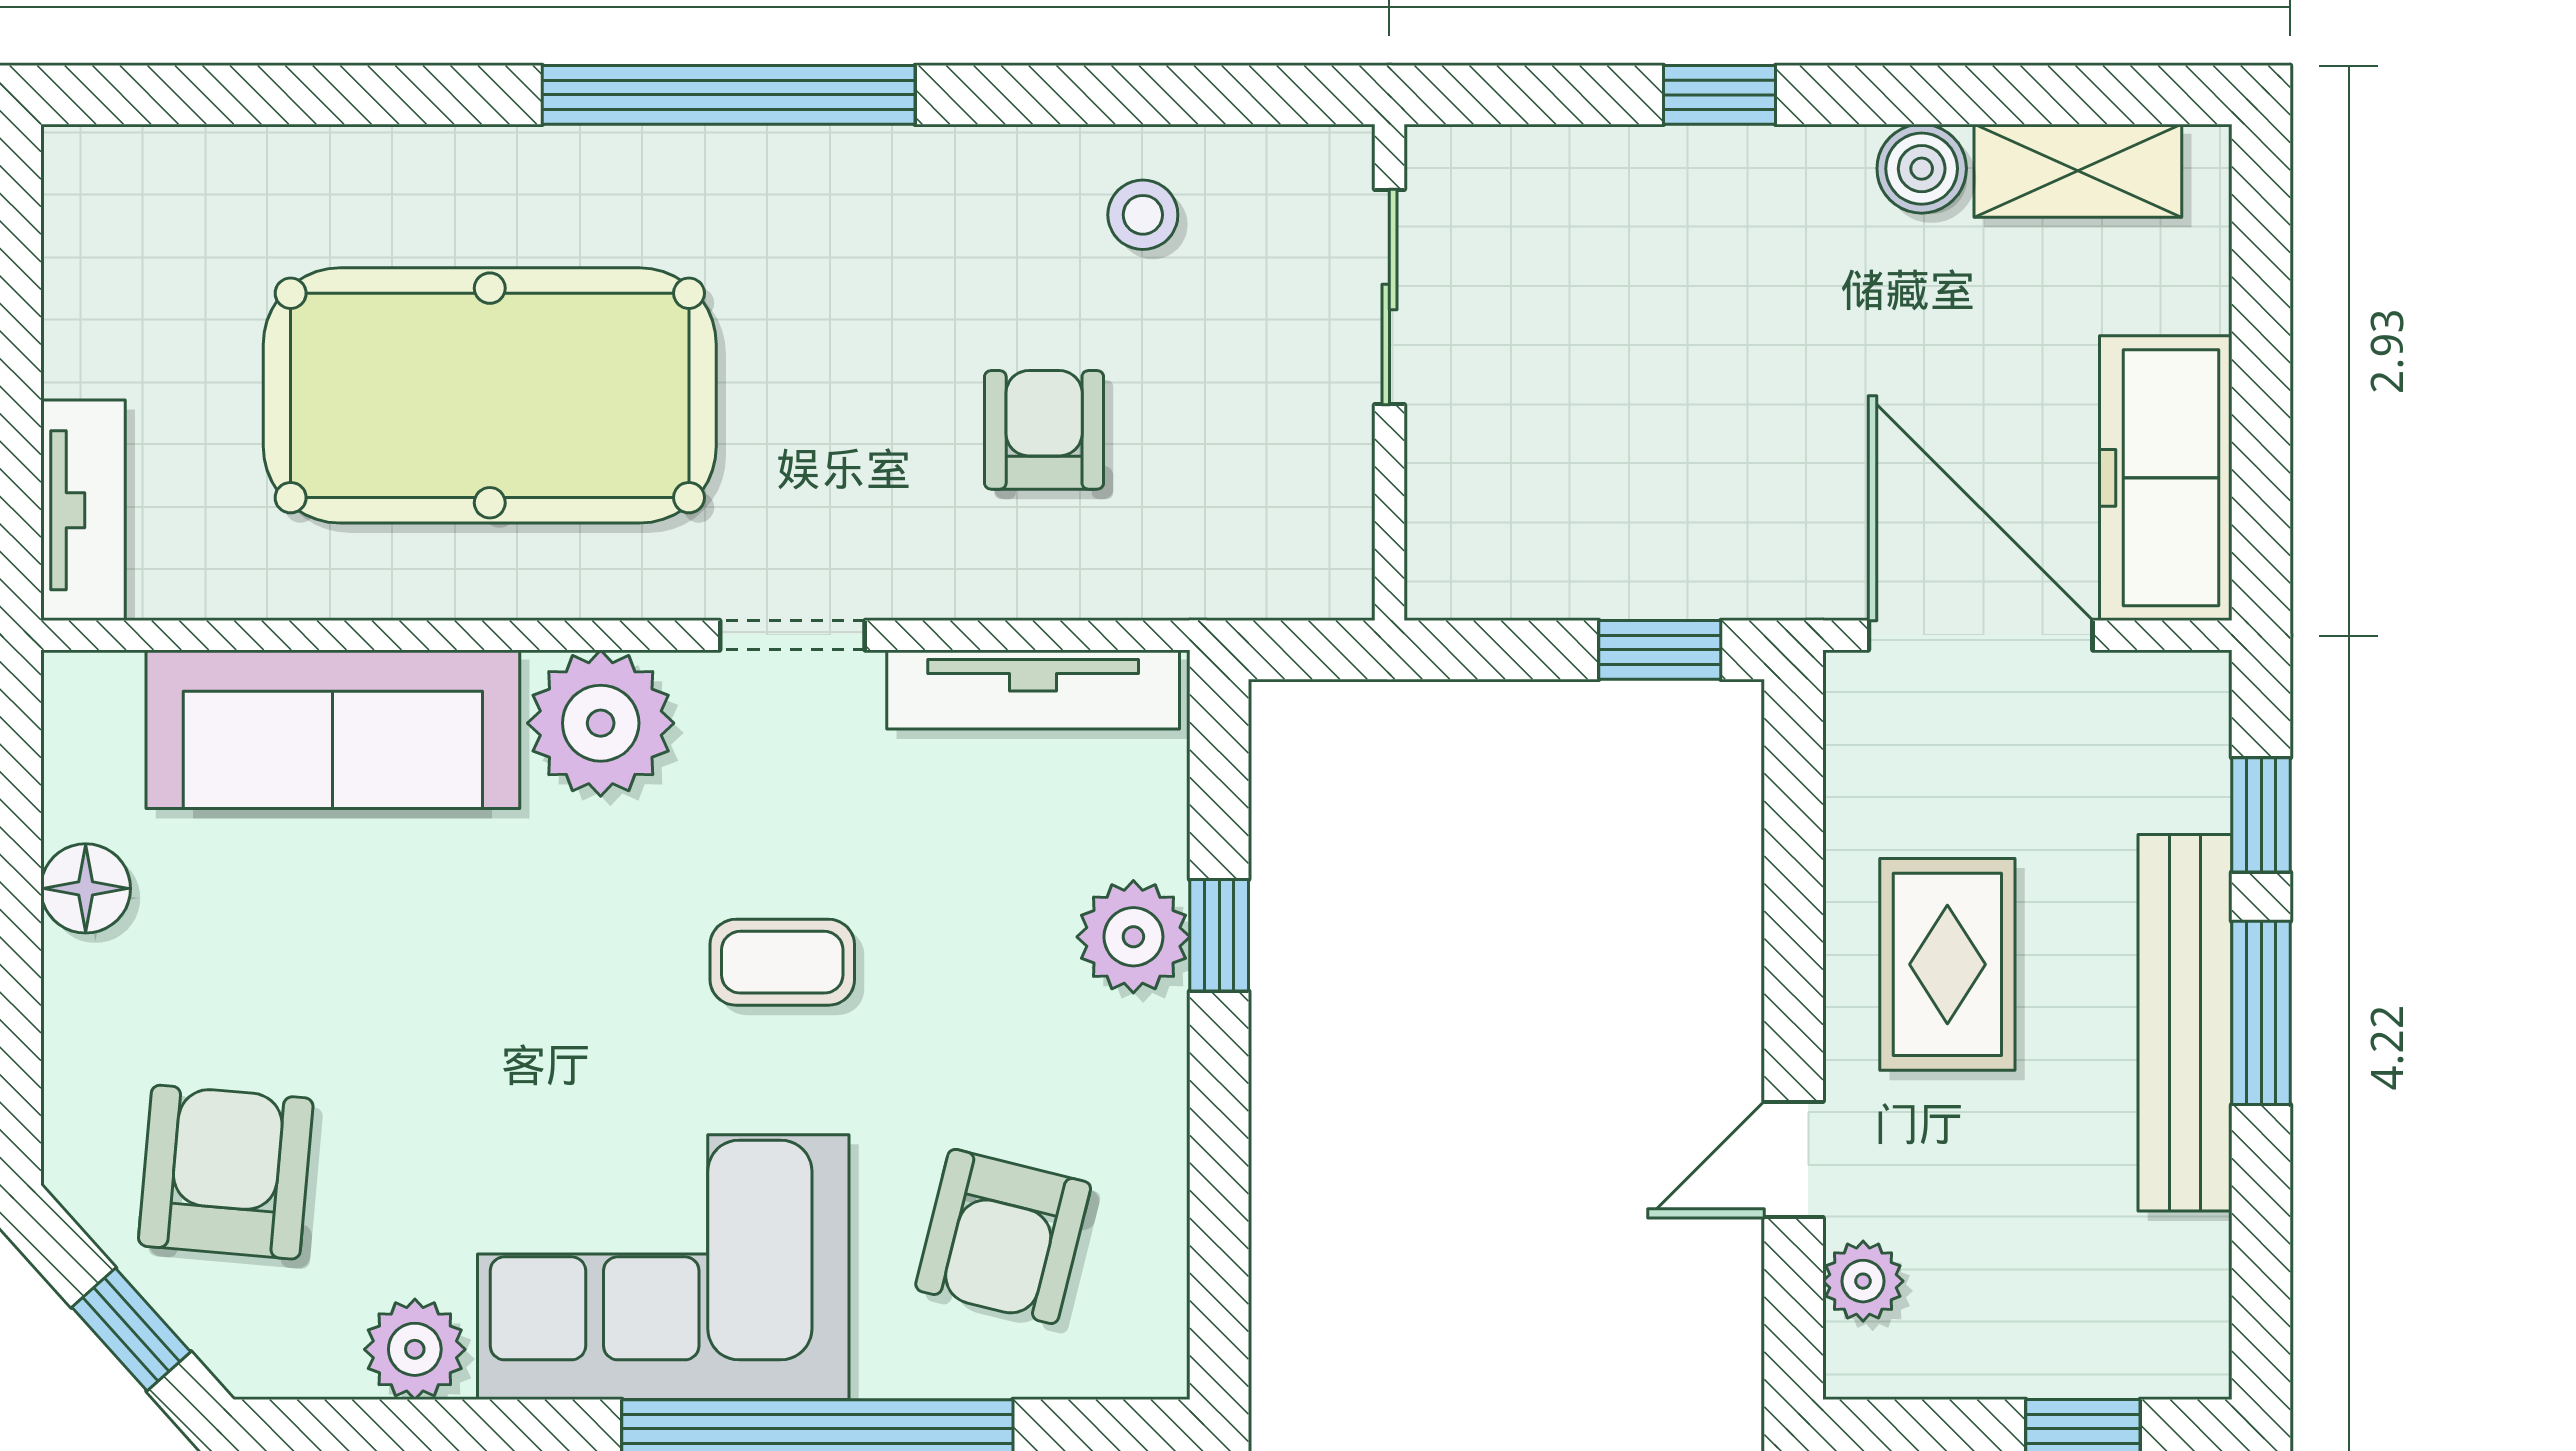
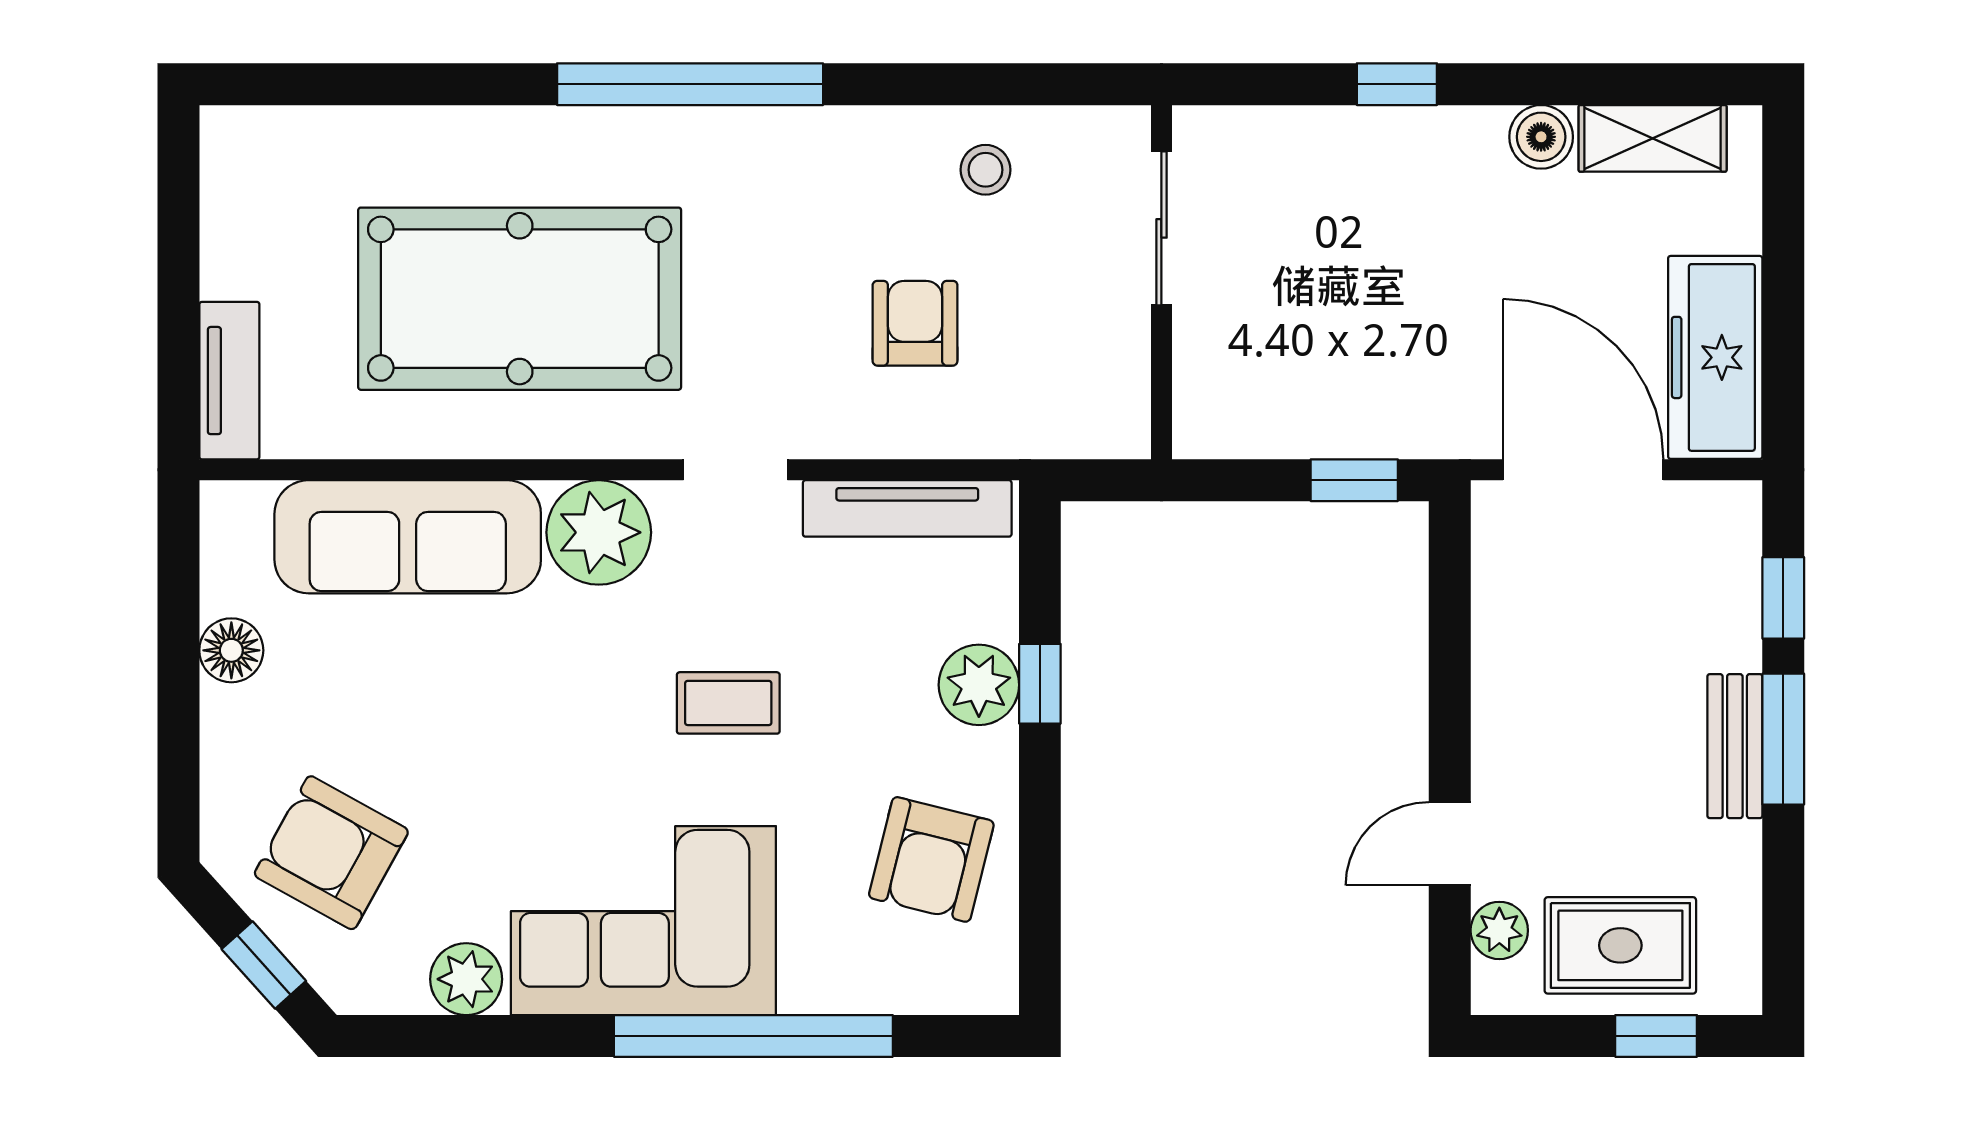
rug: (1947, 964) -> (1620, 945), moved, turned 90
bench: (2185, 1023) -> (1735, 746), width x0.54, depth x0.82
armchair: (226, 1172) -> (331, 853), turned -66
armchair: (1003, 1236) -> (931, 859), moved

